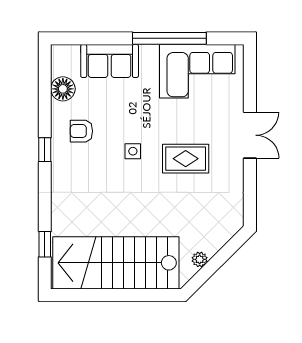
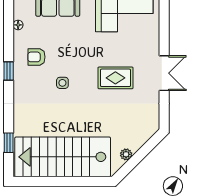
floor lamp: (63, 89) -> (18, 25), width x0.53, depth x0.53
double door: (250, 135) -> (164, 73), moved
side table: (133, 151) -> (62, 83), moved

